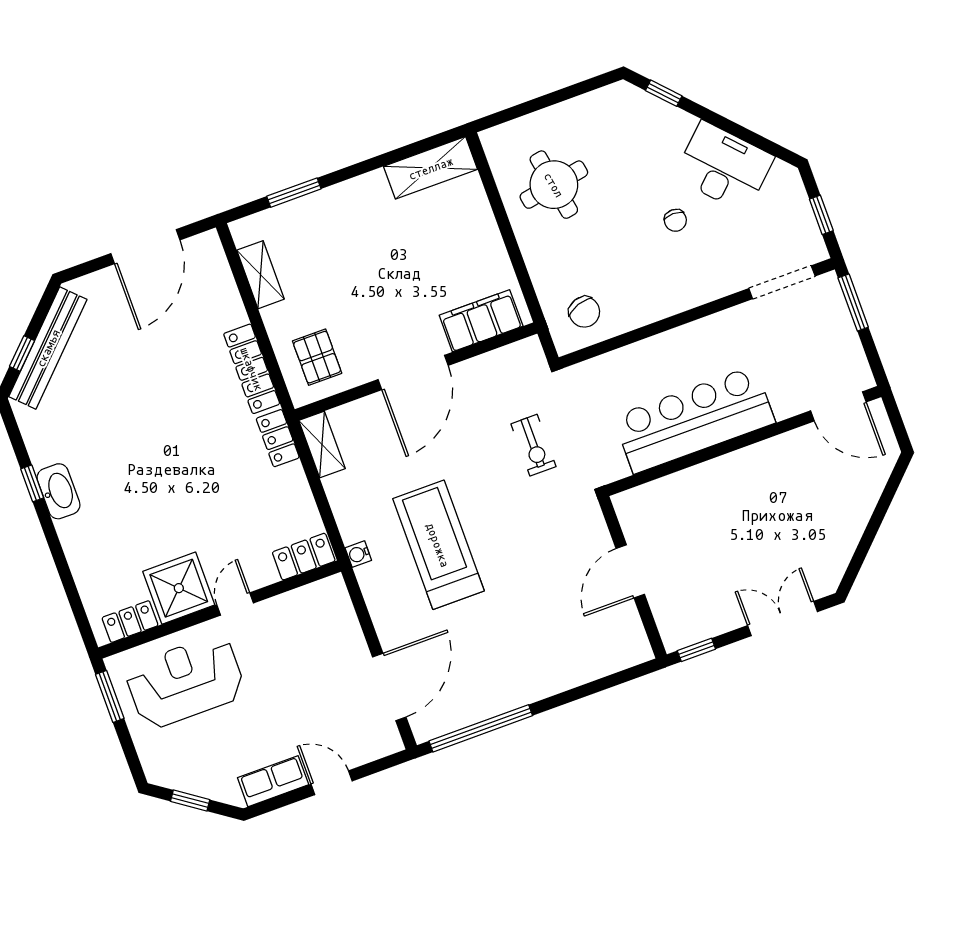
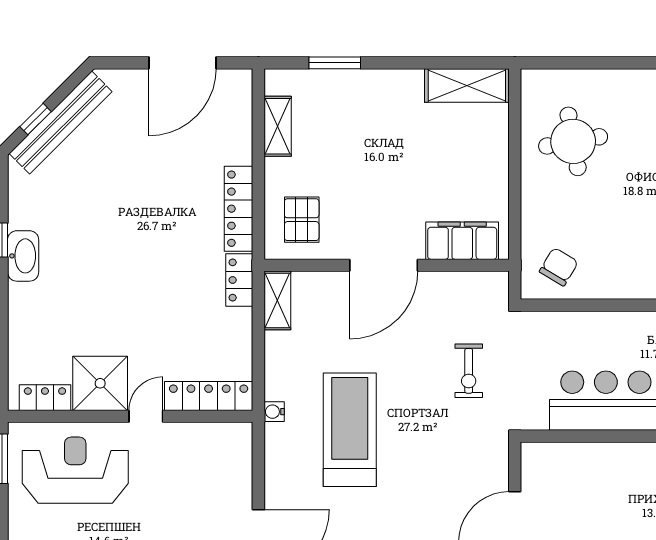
chair: (584, 312) -> (559, 267), turned -130
locker: (304, 557) -> (209, 396), width x1.53

